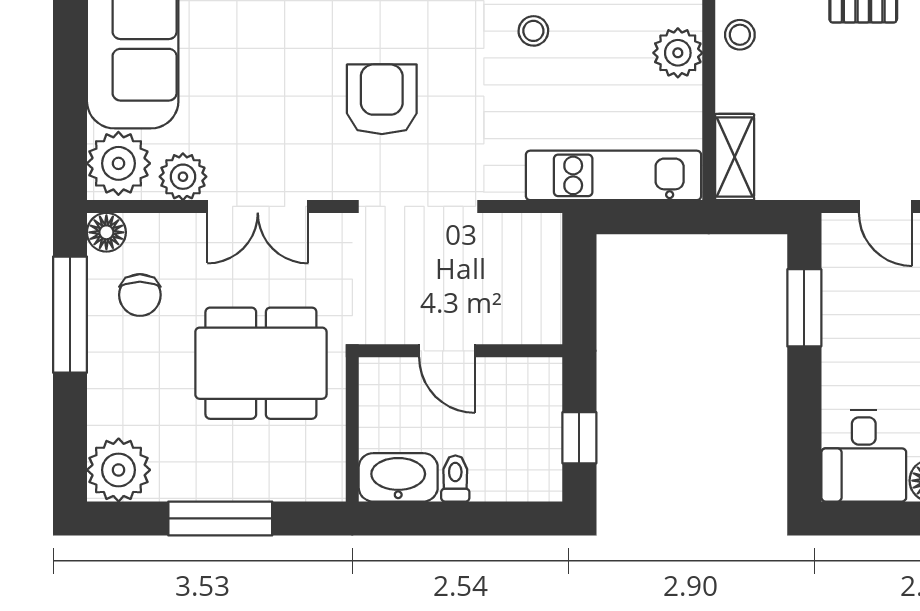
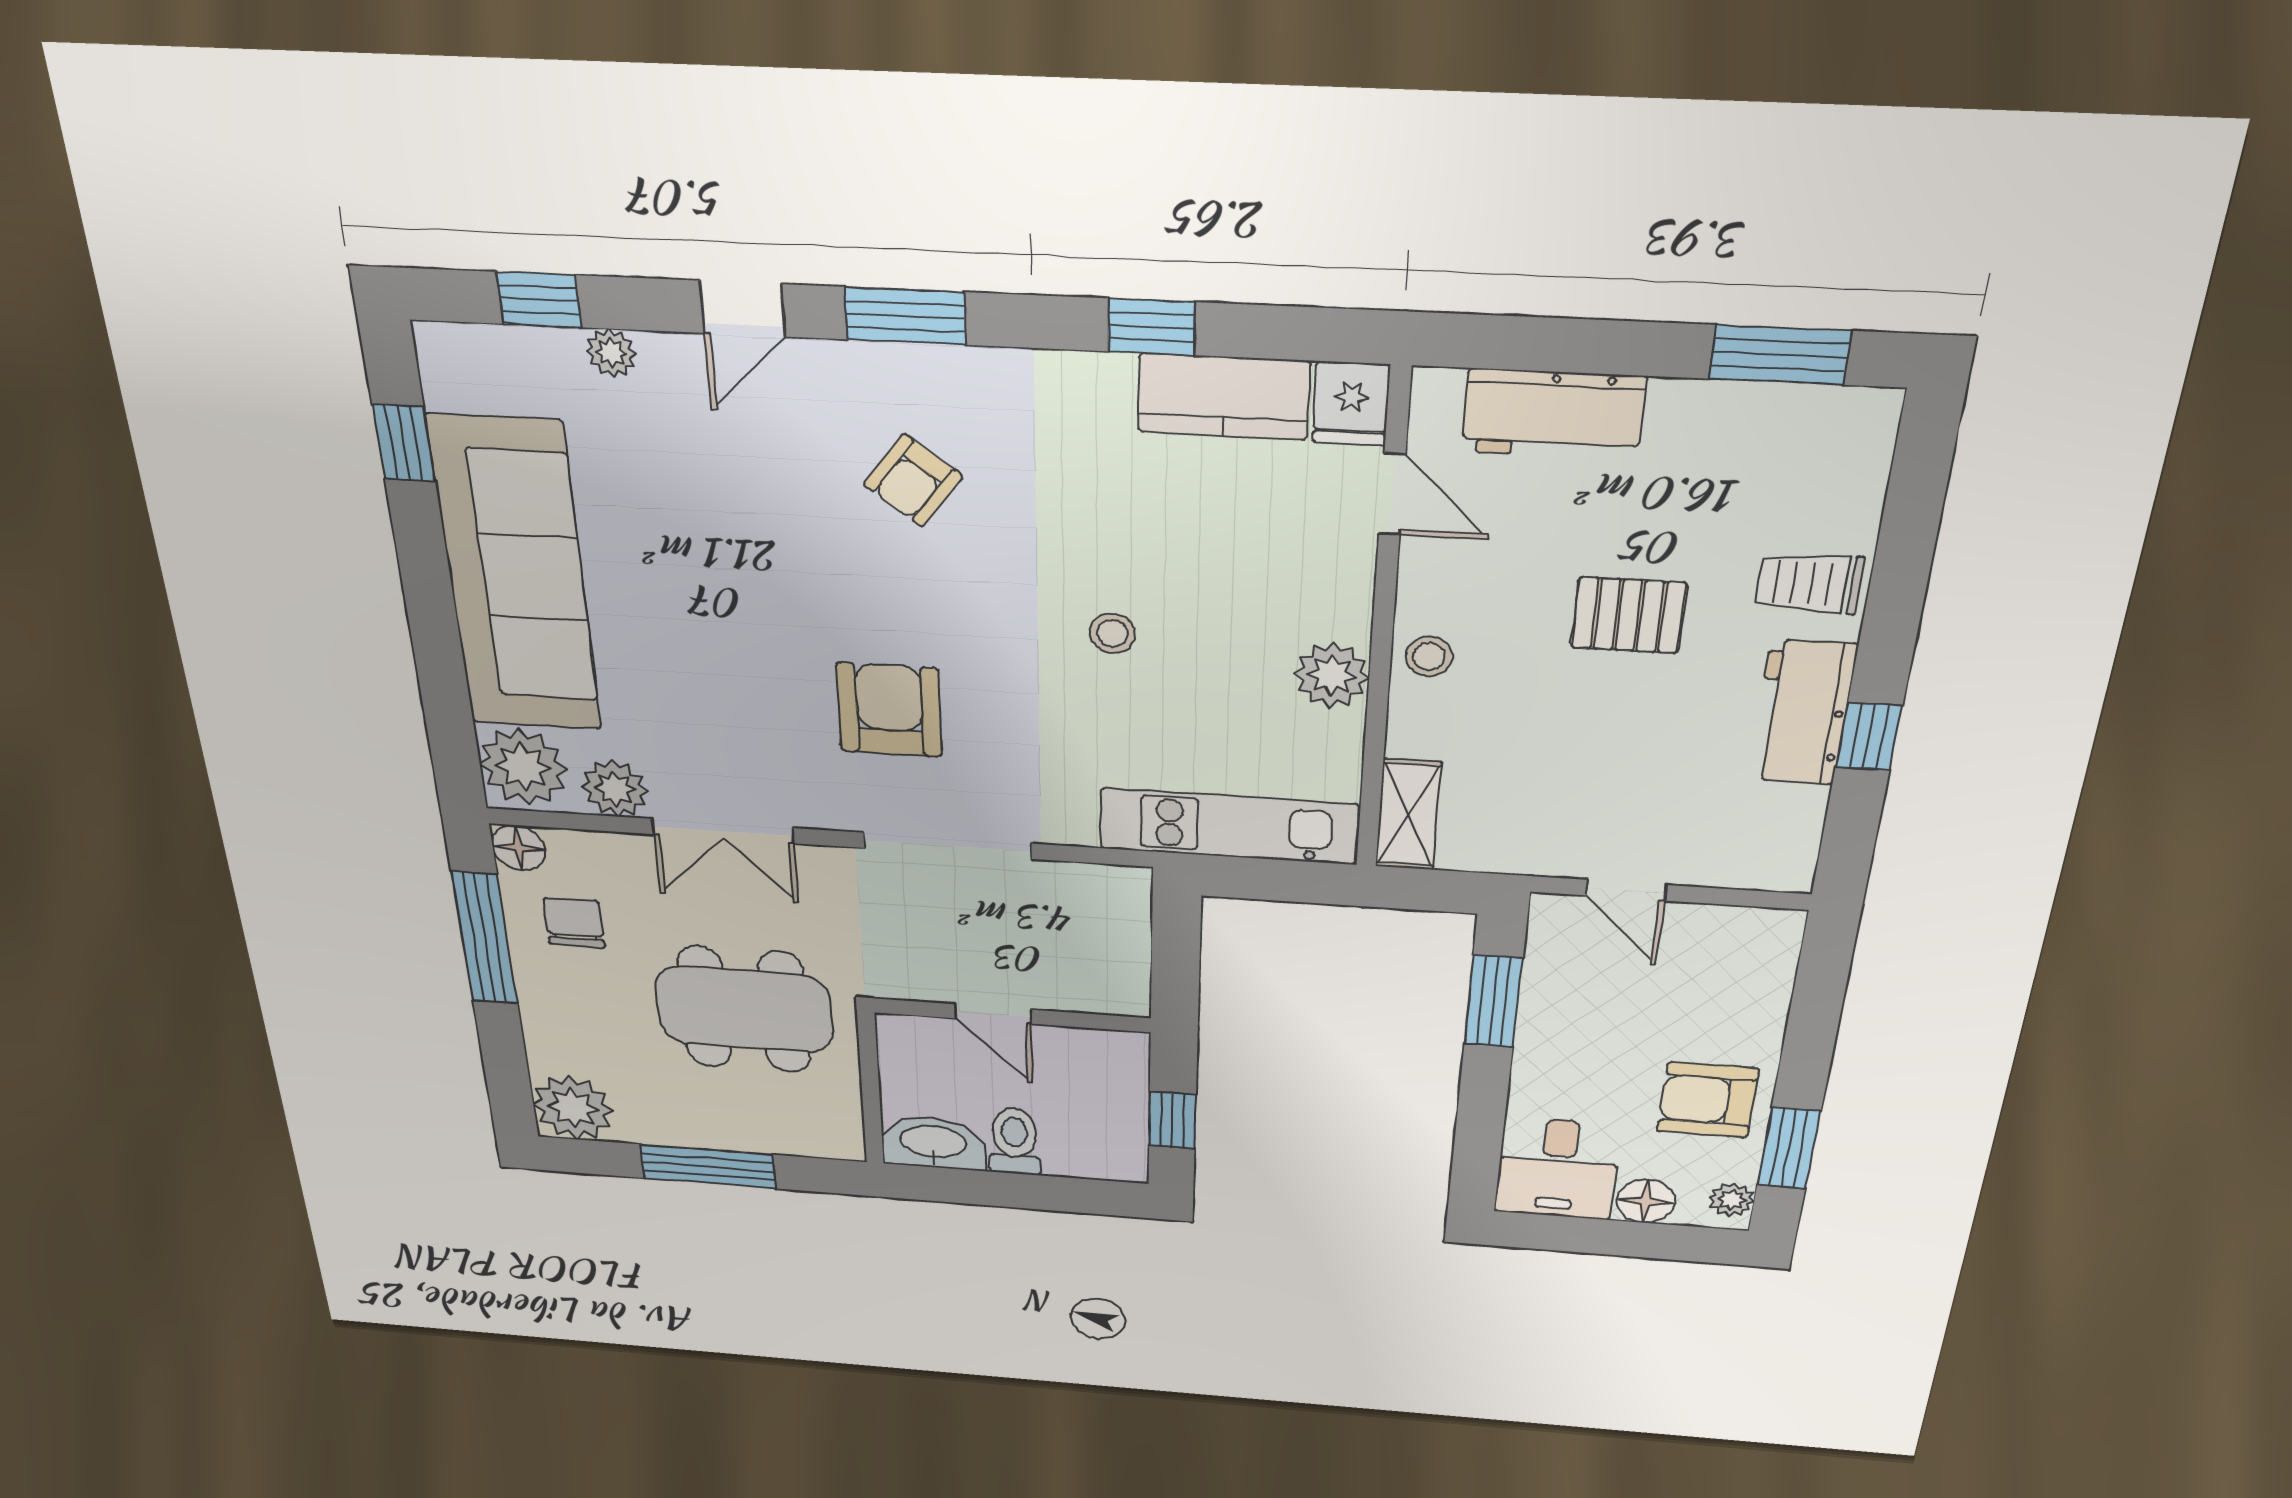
chair: (140, 295) -> (574, 923), turned 180
toilet: (455, 478) -> (1015, 1141), width x1.37, depth x1.39

